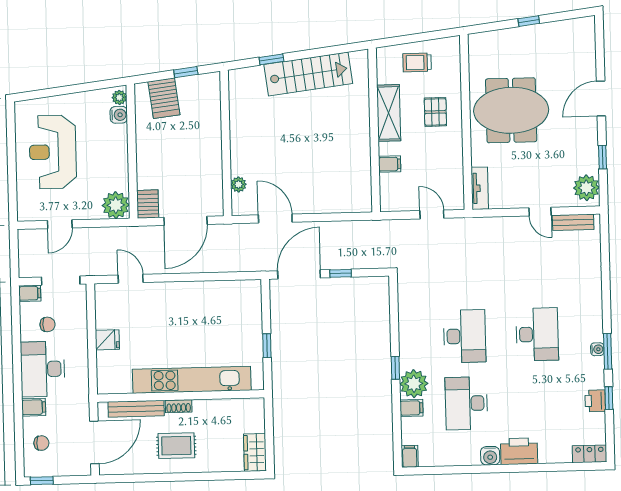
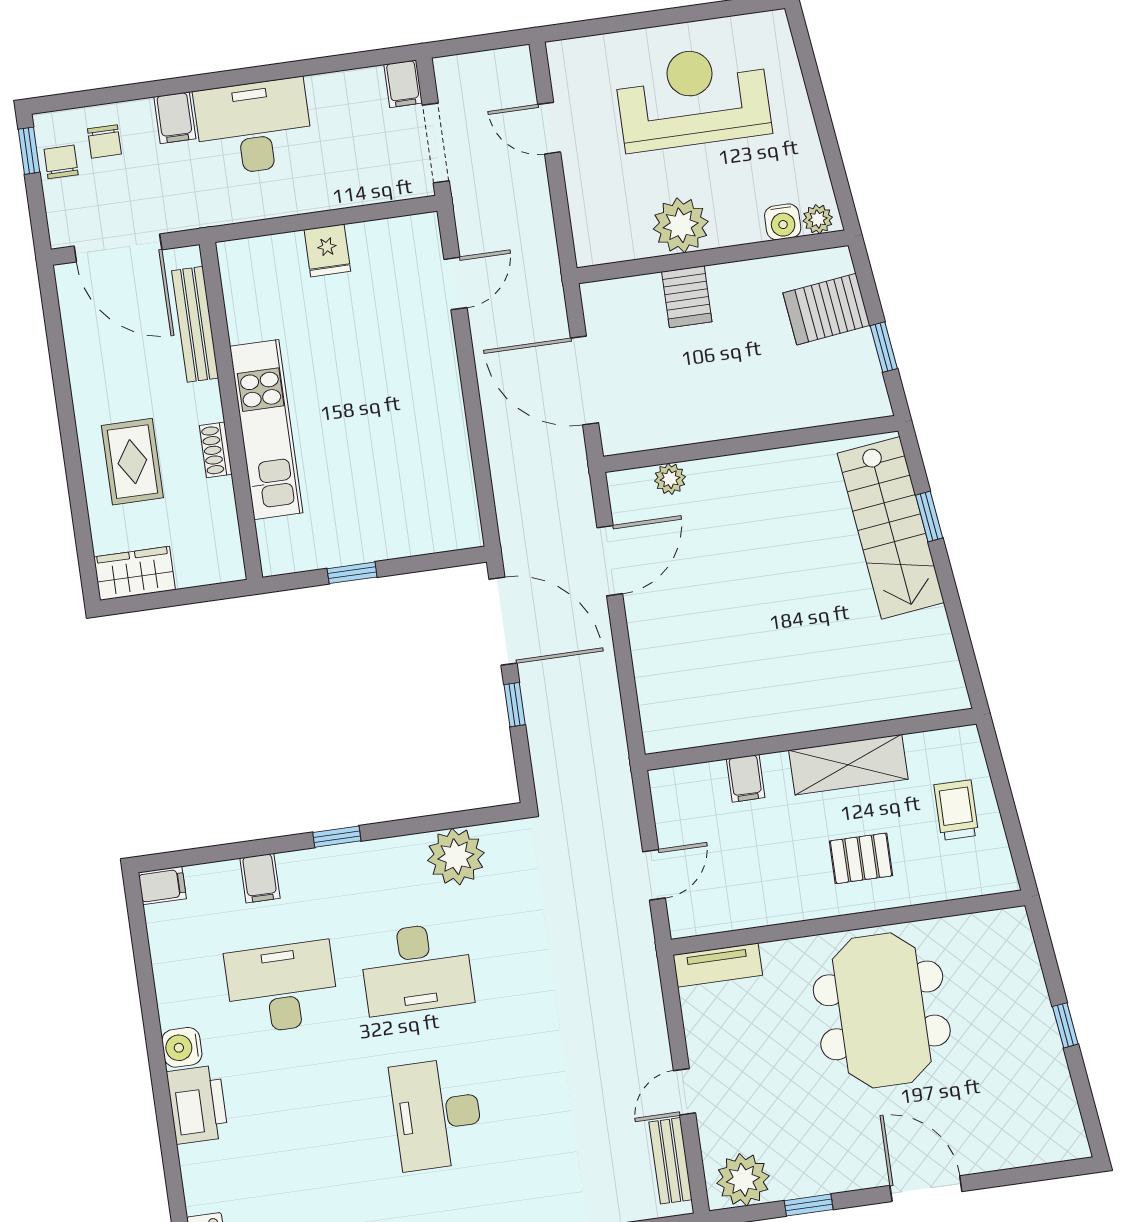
stairs: (308, 74) -> (891, 528), moved
server rack: (148, 204) -> (687, 297), moved, turned 90
plant: (116, 205) -> (681, 225), moved
chair: (47, 324) -> (61, 162), moved, turned 180
desk: (537, 334) -> (437, 1114), turned 90
kitchen unit: (192, 380) -> (266, 430), width x0.73
plant: (414, 384) -> (456, 857), moved
shoe rack: (179, 406) -> (216, 450), moved
rug: (176, 446) -> (132, 462), moved

